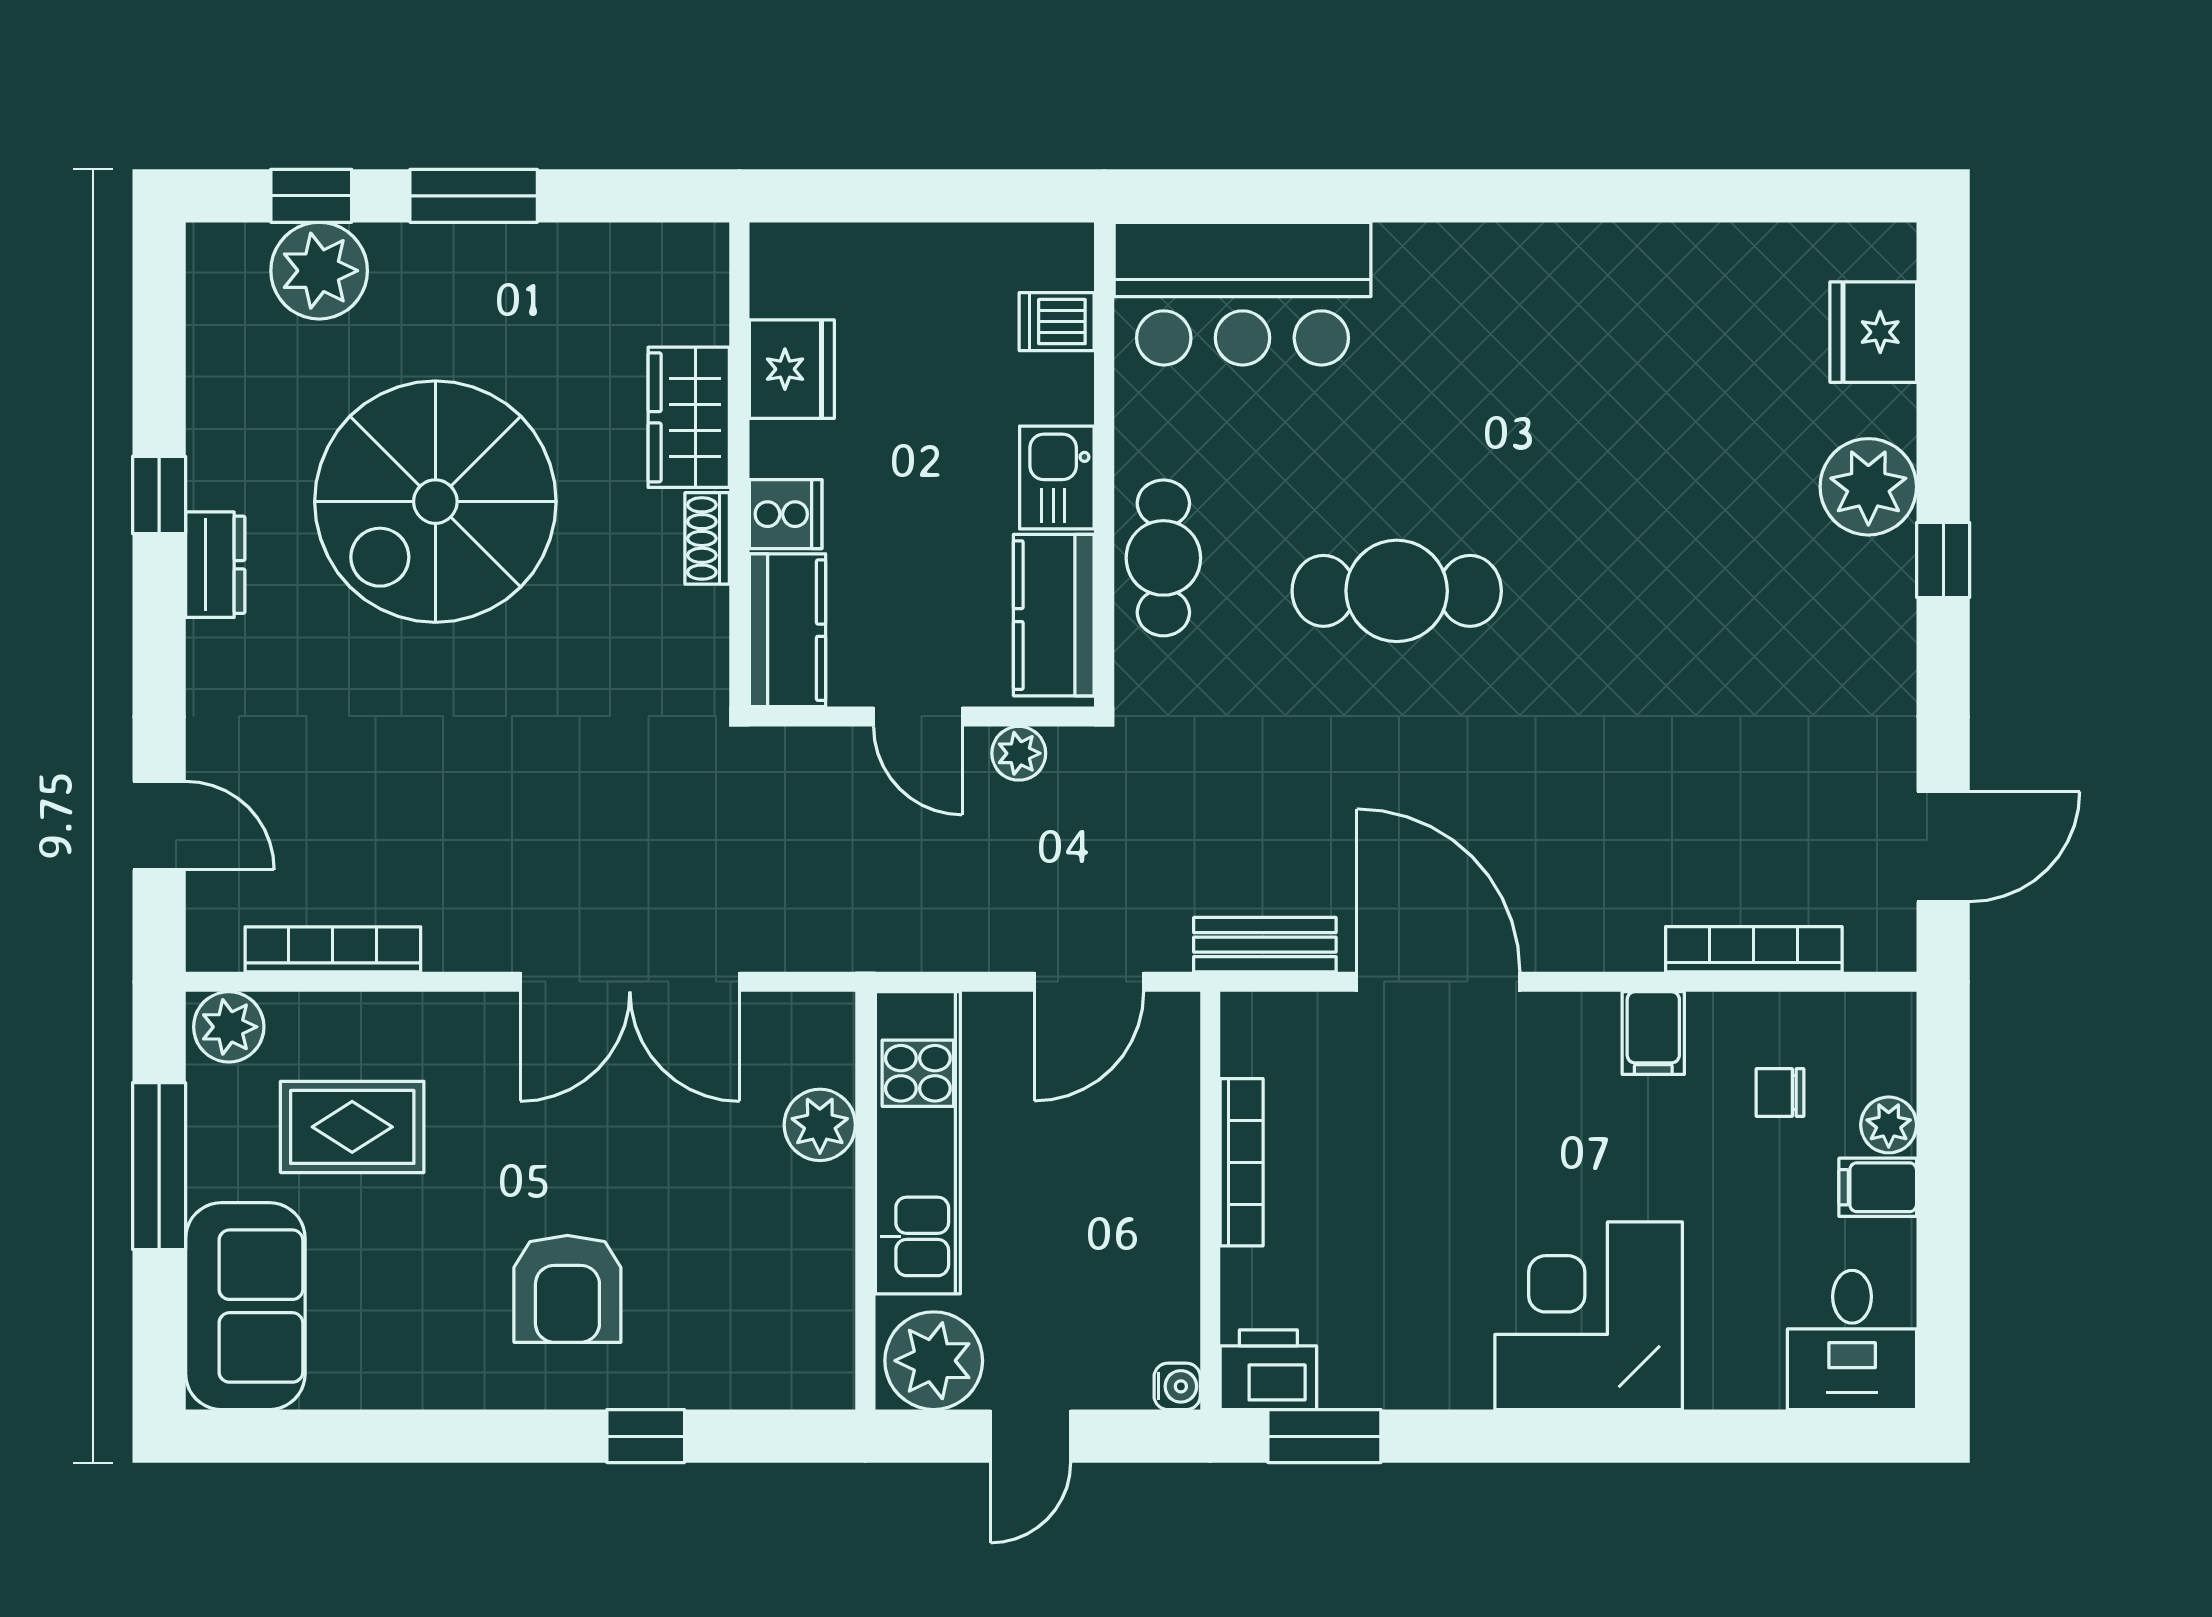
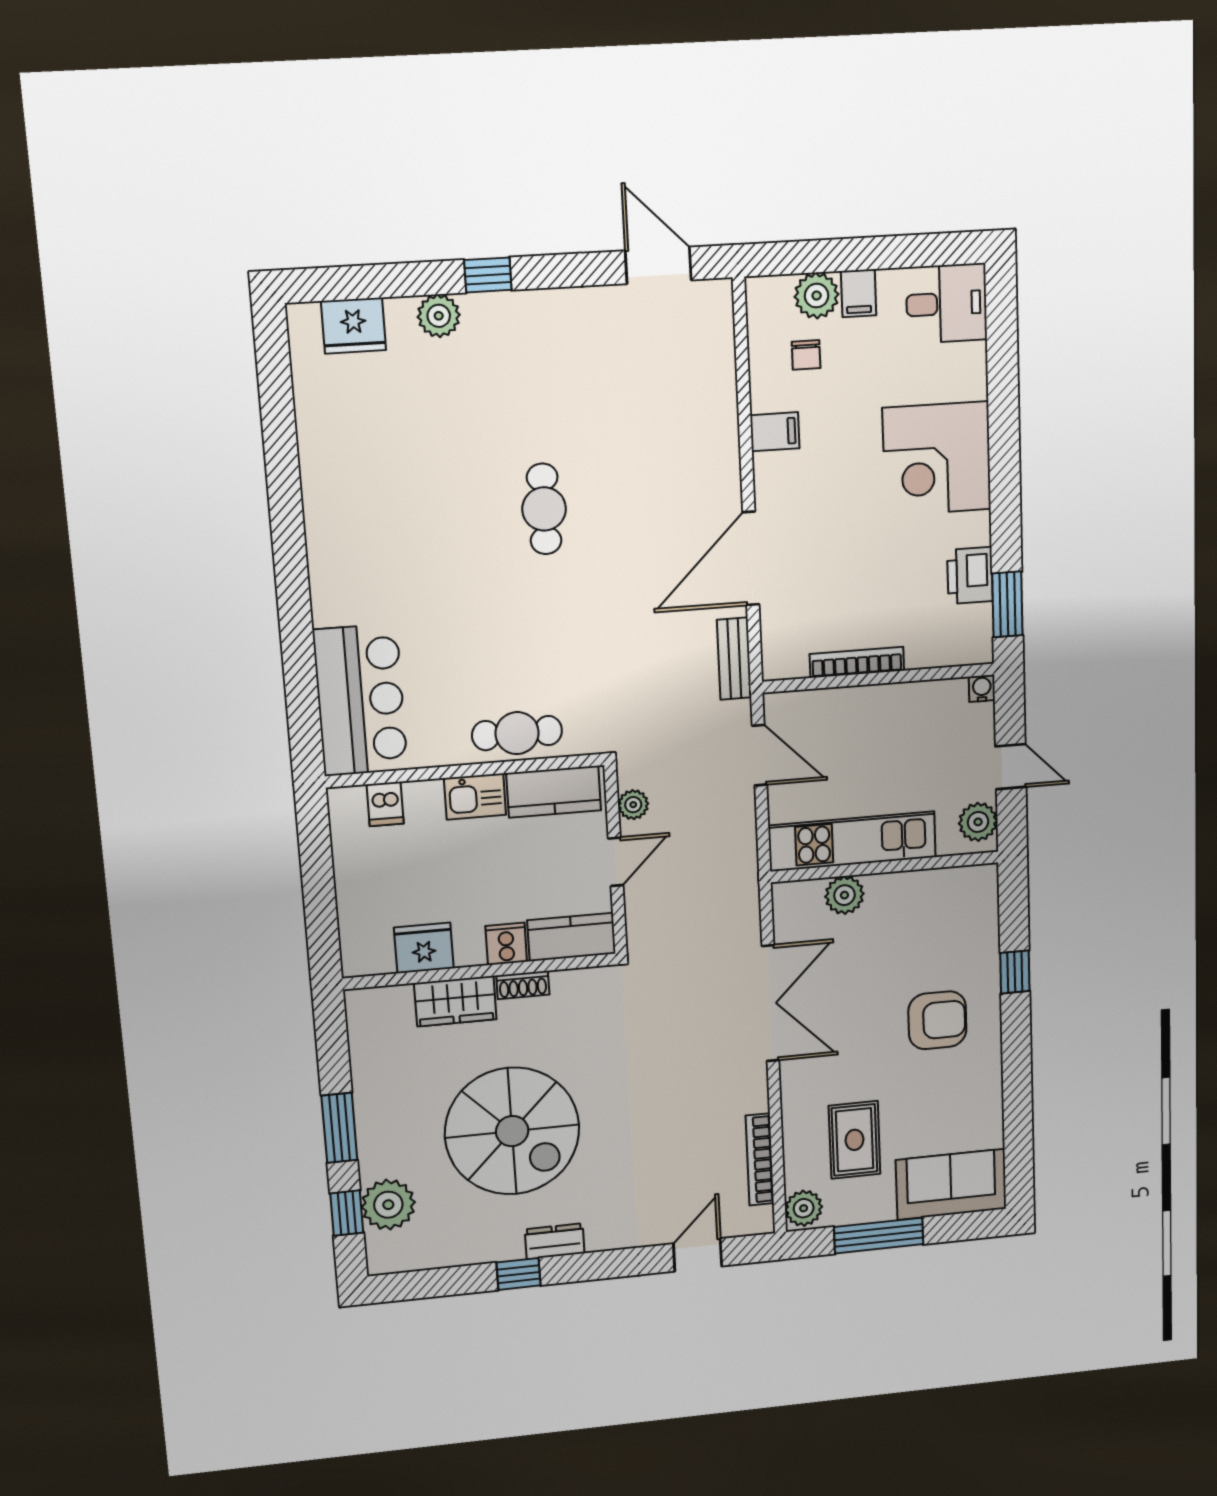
plant: (1868, 487) -> (439, 316), width x0.73, depth x0.73
cafe table: (1397, 591) -> (544, 509), moved, width x0.73, depth x0.74
bookcase: (1754, 949) -> (724, 375), removed
plant: (1889, 1125) -> (817, 296), width x1.38, depth x1.38
plant: (934, 1361) -> (978, 822), width x0.73, depth x0.73
printer: (1268, 1370) -> (970, 576), moved

